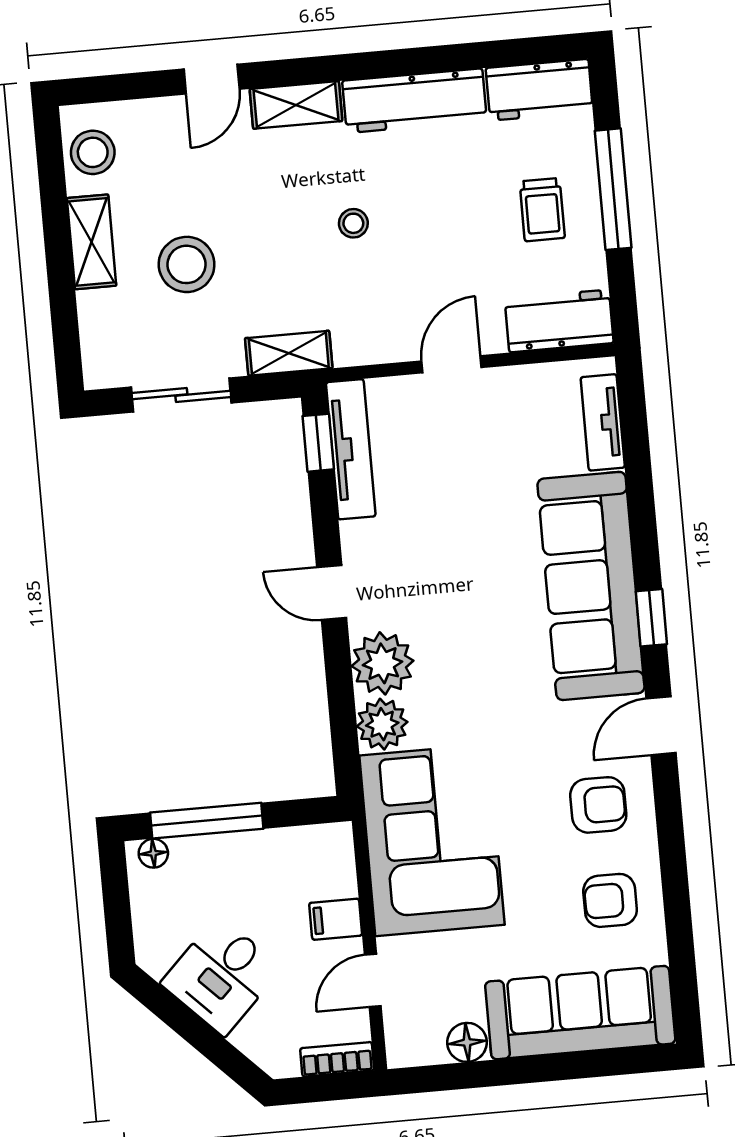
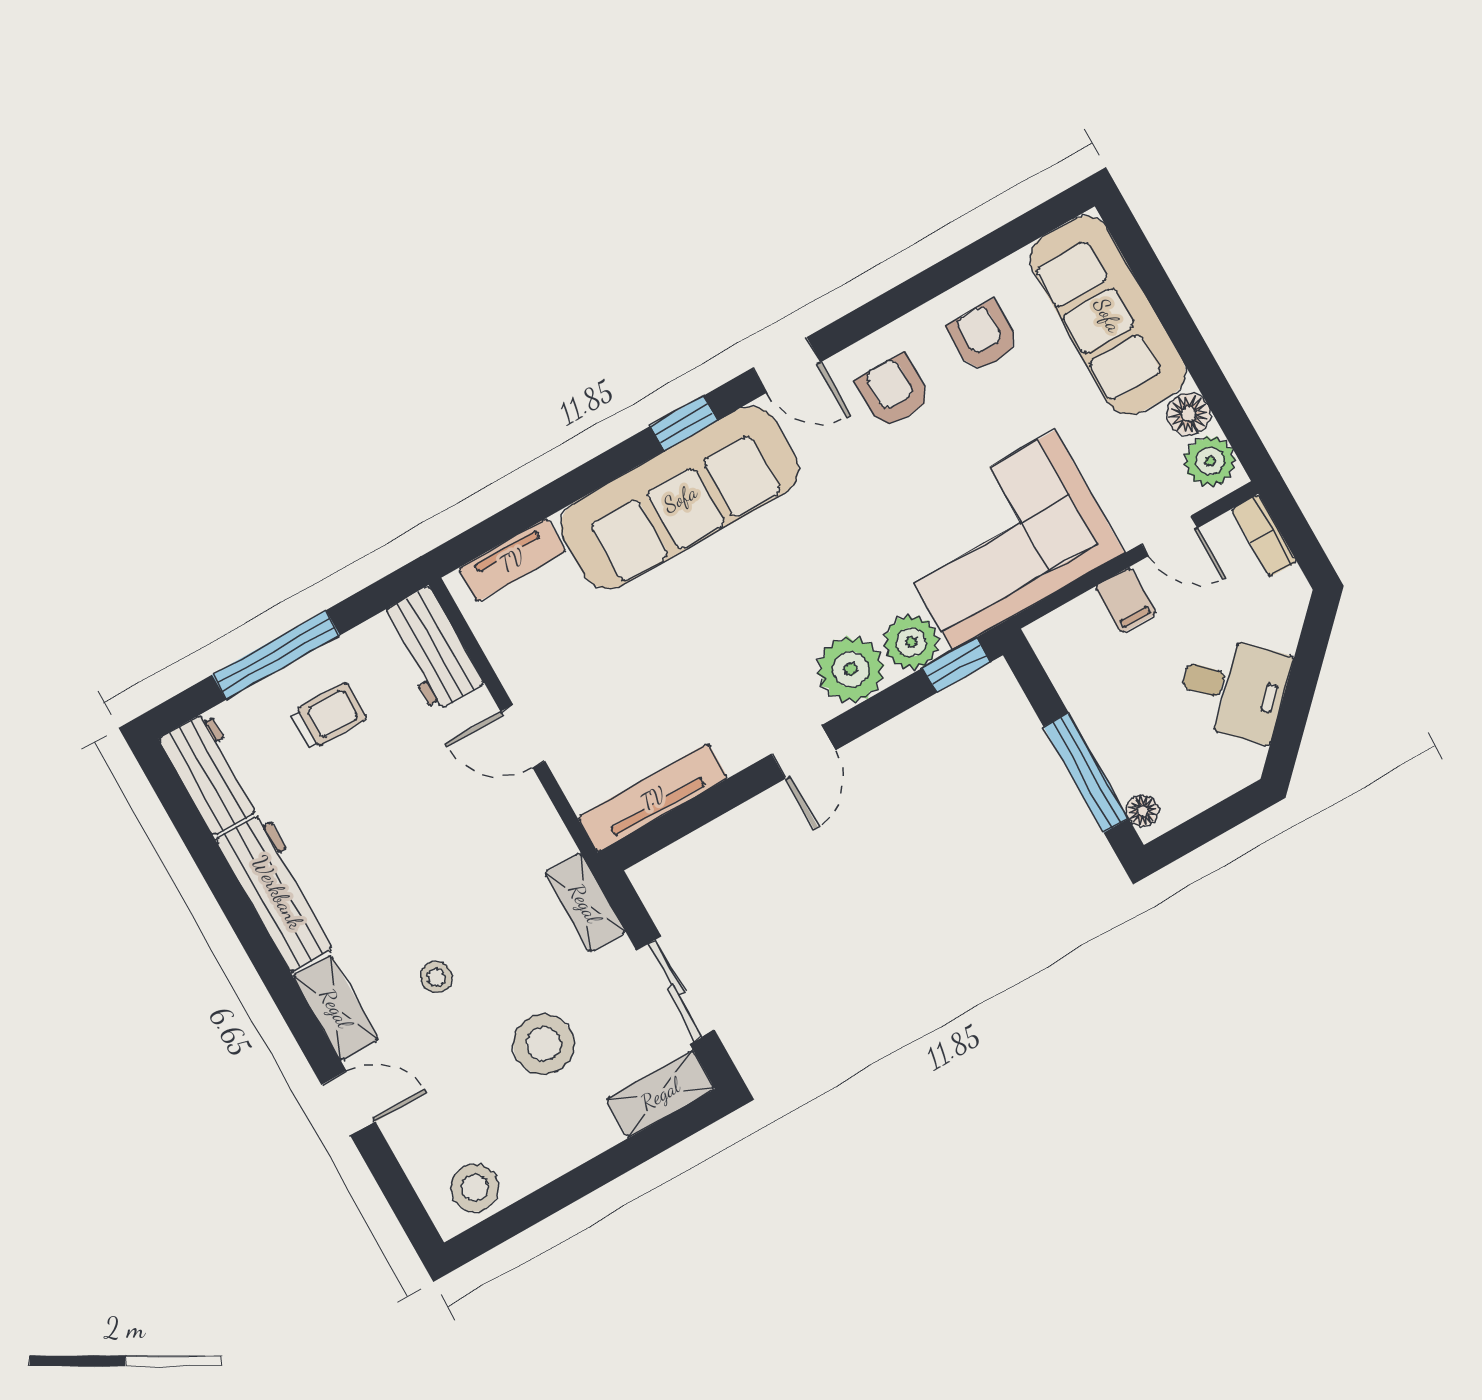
stool: (353, 223) -> (436, 977), moved
shelving: (92, 242) -> (660, 1094), moved
window: (318, 443) -> (957, 665), moved
armchair: (610, 900) -> (983, 336), turned 180
plant: (420, 1042) -> (1210, 461), added

